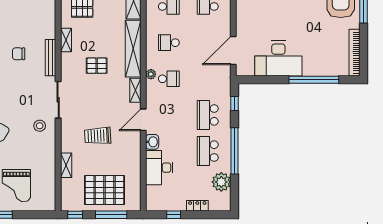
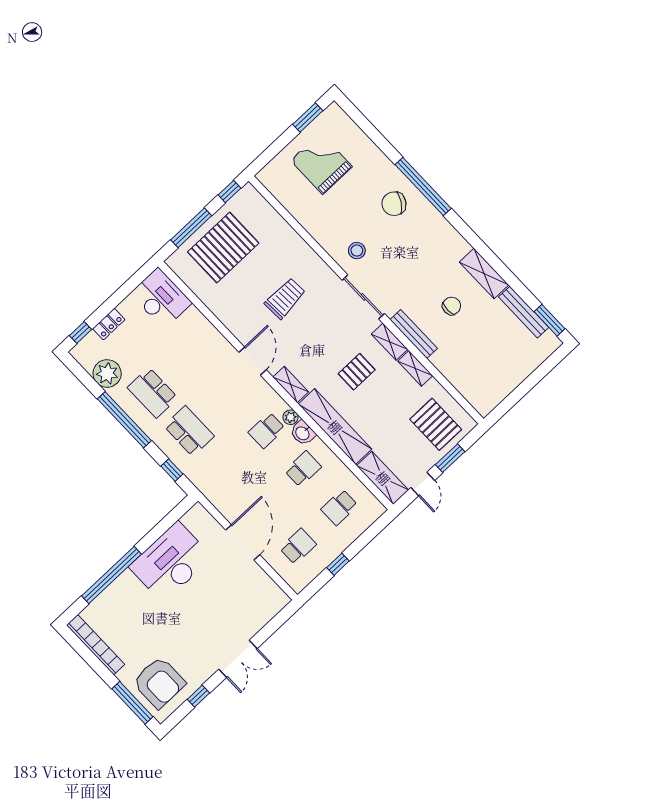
door: (233, 50) -> (243, 542), moved
washbasin: (152, 142) -> (303, 433), moved
school desk: (208, 151) -> (153, 393), turned 180
shelving: (66, 165) -> (390, 342), moved
desk: (159, 168) -> (161, 298), moved
window: (174, 215) -> (80, 332), moved

